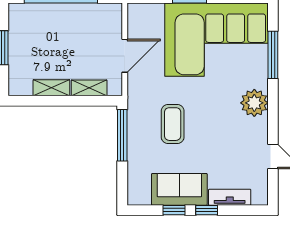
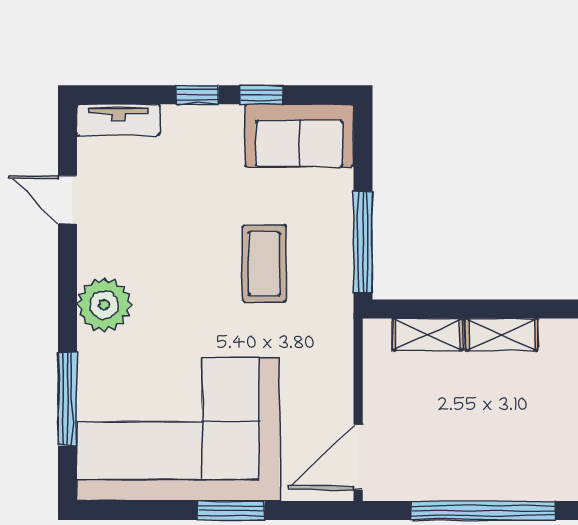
door: (125, 56) -> (358, 457), moved
sofa: (179, 189) -> (299, 136), moved
tv unit: (230, 197) -> (118, 120), moved

